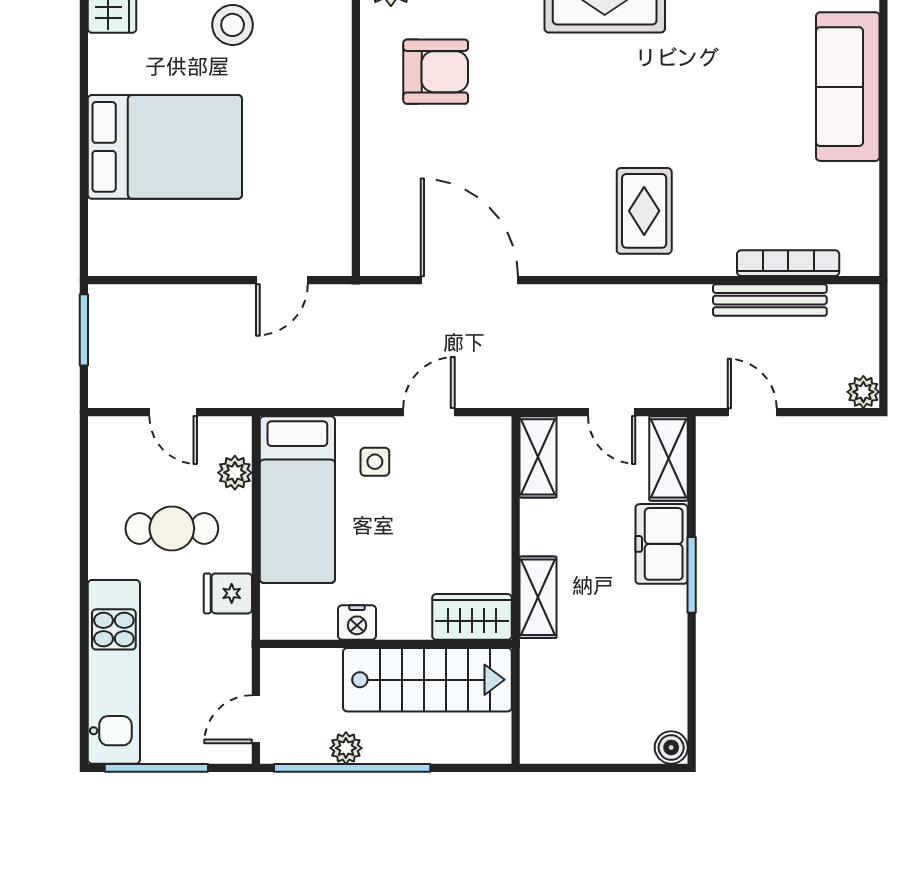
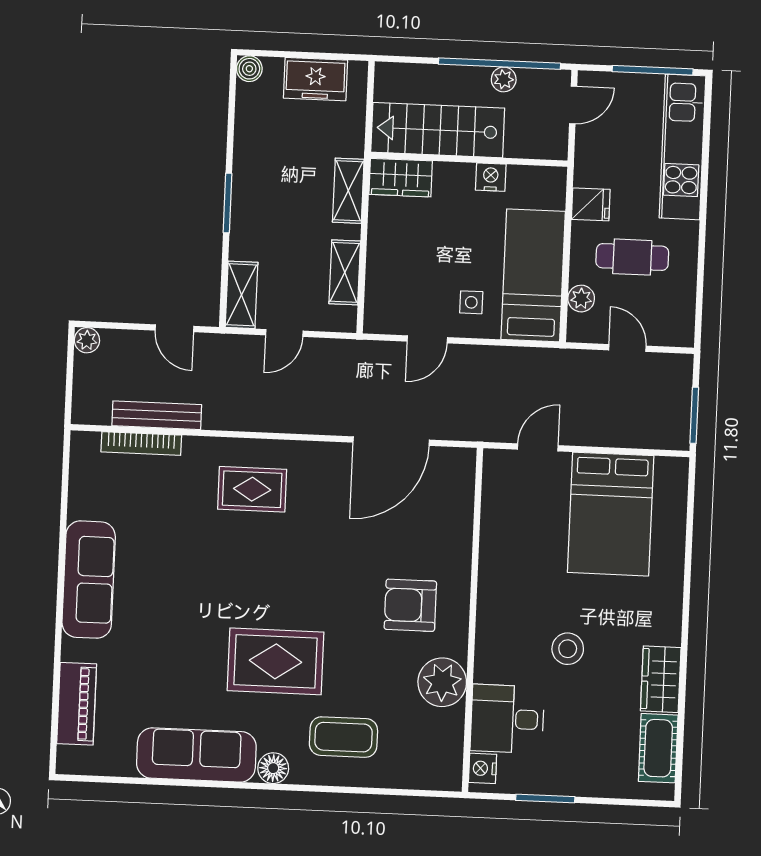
bed: (165, 147) -> (611, 514), moved, turned -90
rug: (644, 211) -> (252, 489), turned 90
door: (469, 280) -> (391, 441), hinge flipped
door: (612, 412) -> (284, 333), swing flipped
shelving: (538, 457) -> (345, 272), moved
freezer: (662, 544) -> (315, 79), moved, turned 90

